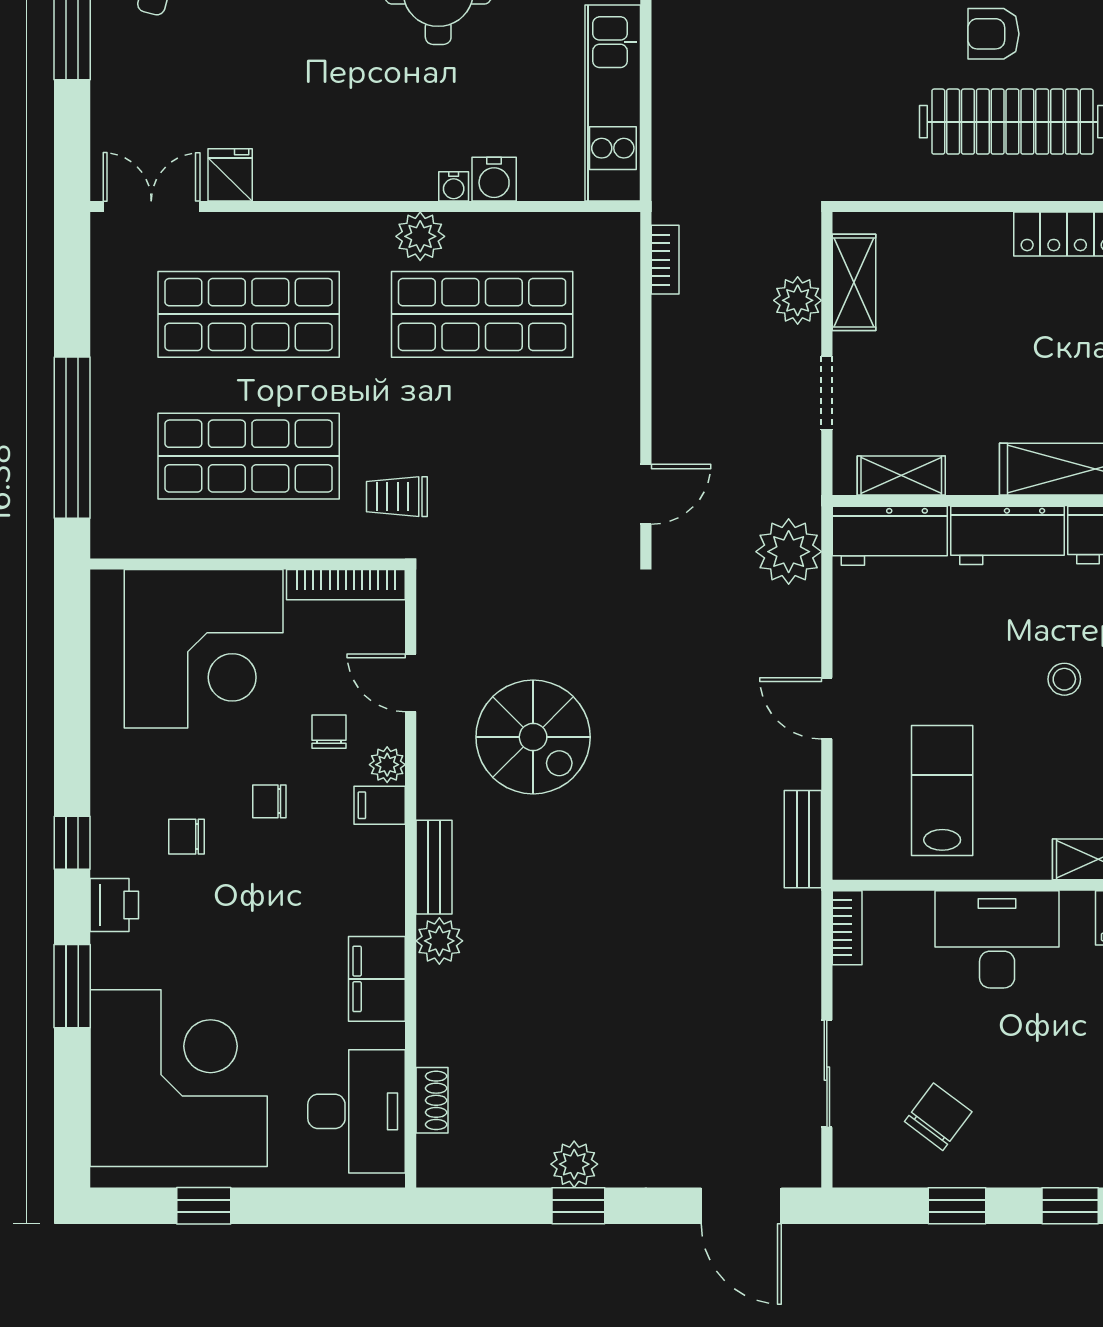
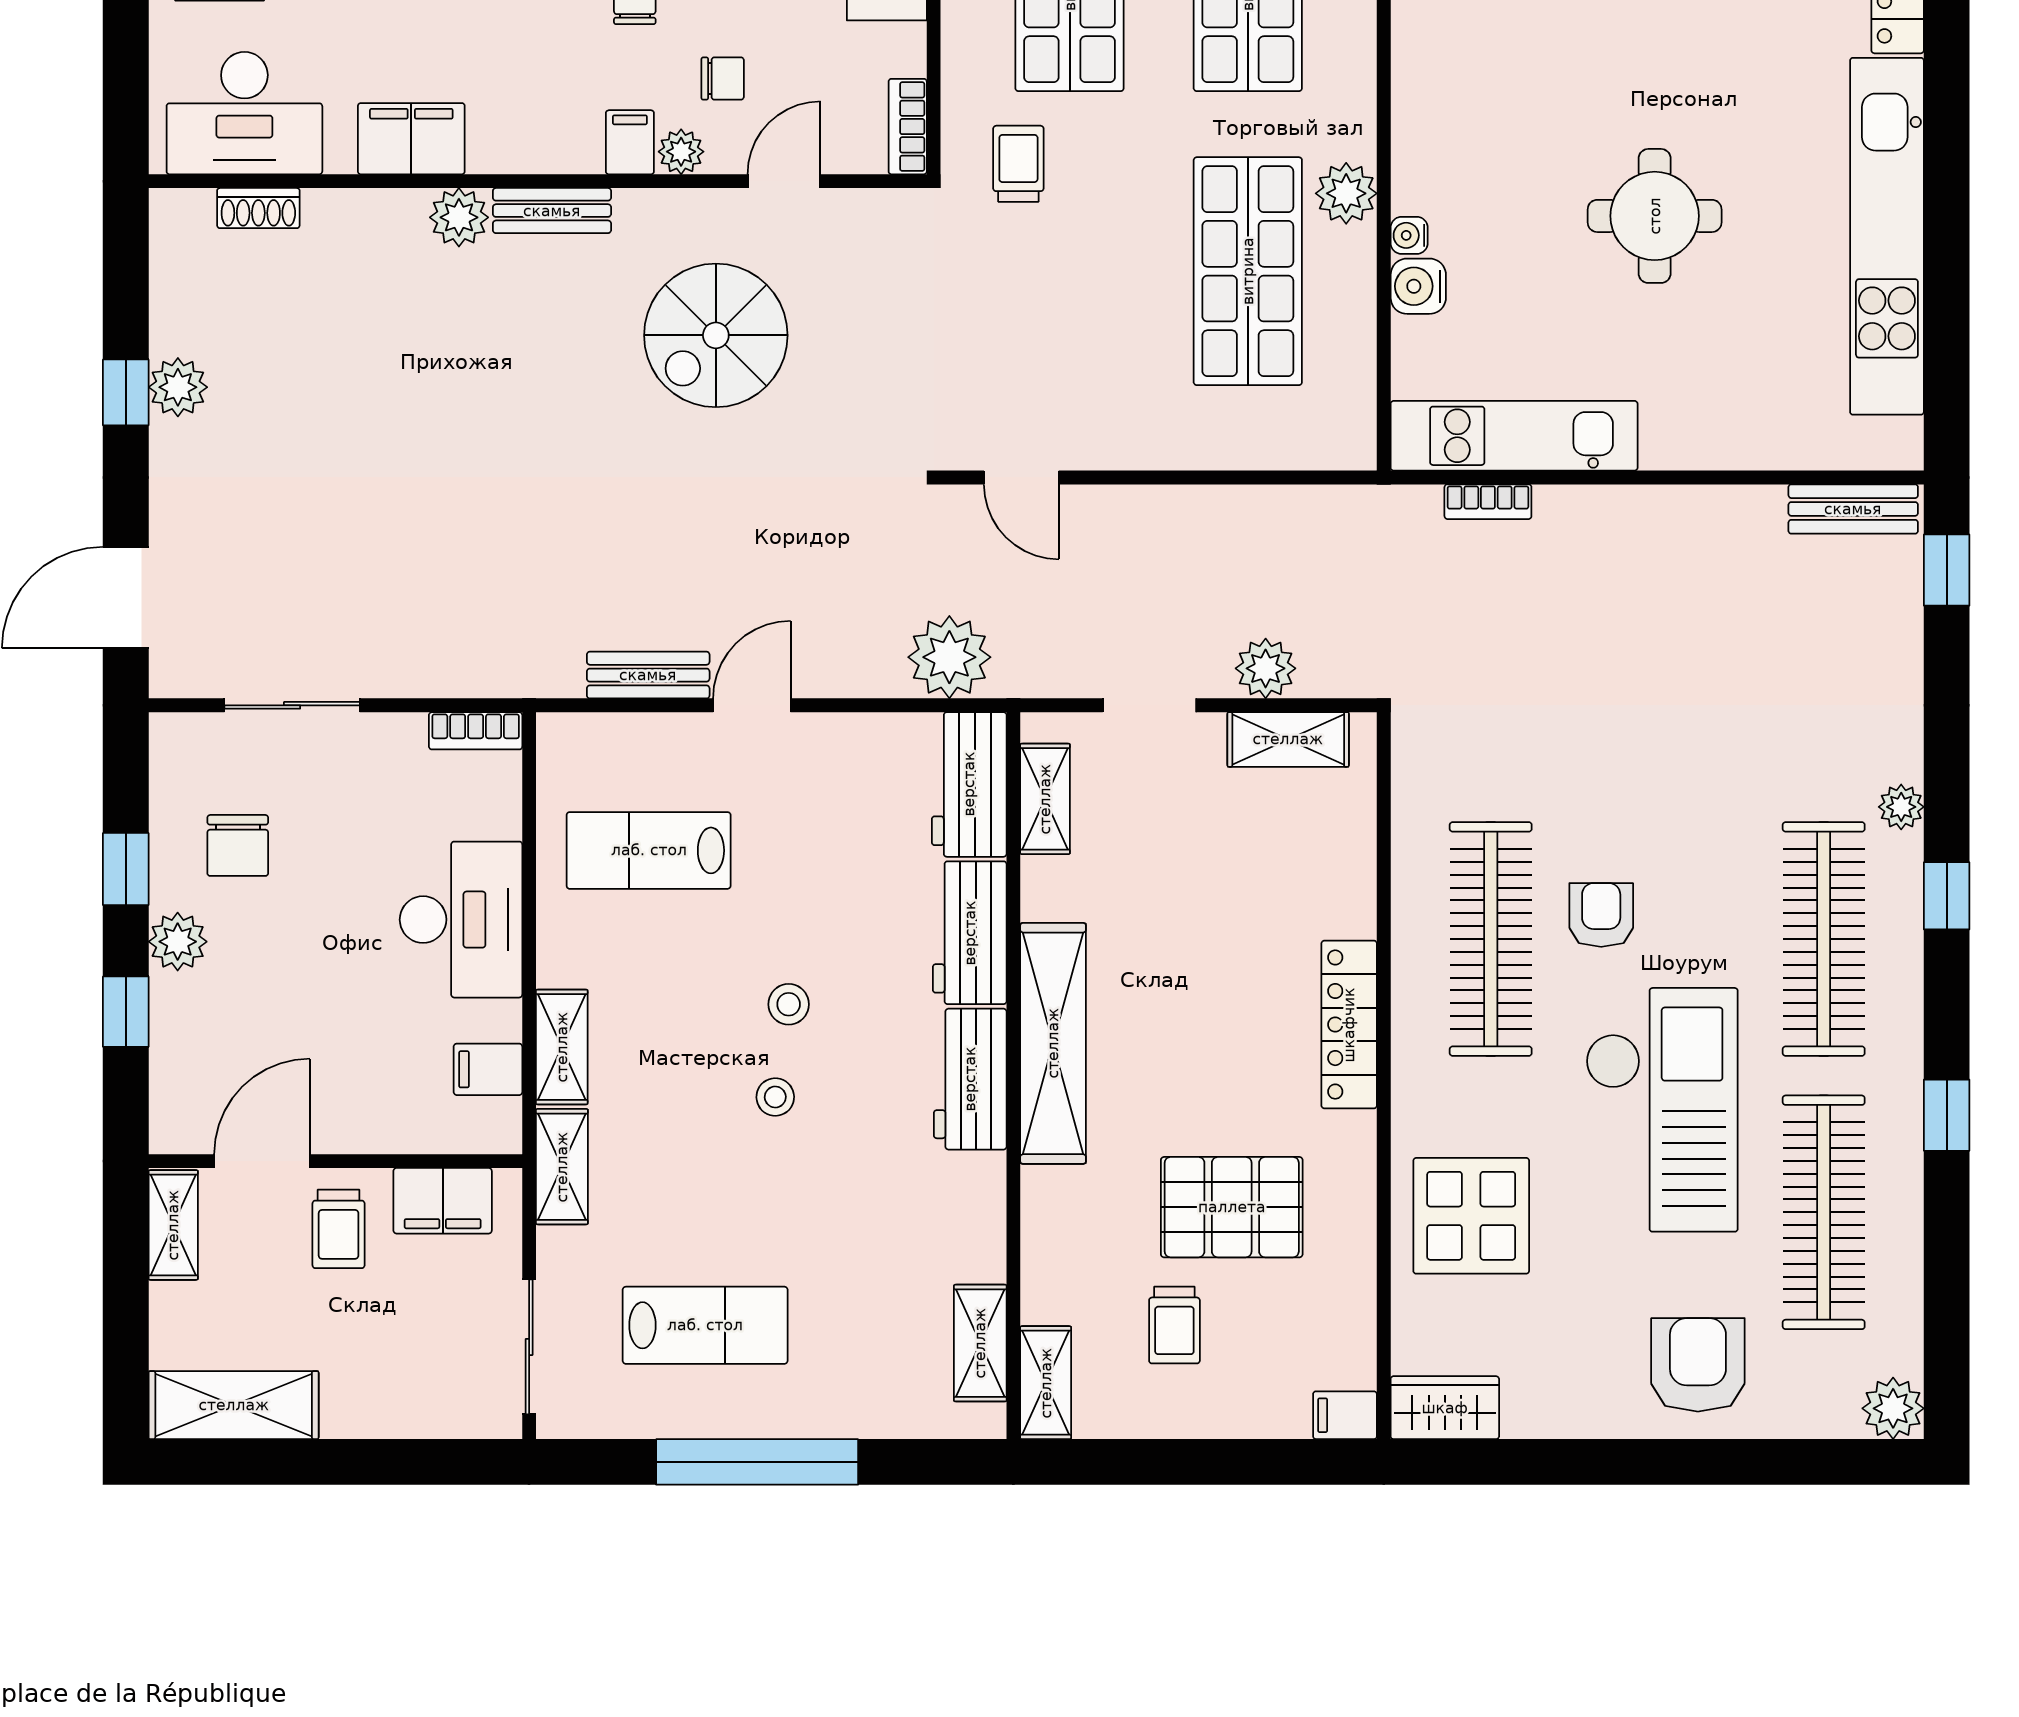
bookcase: (665, 260) -> (1488, 502), moved
bookcase: (346, 585) -> (908, 127), width x0.64
lab bench: (942, 790) -> (649, 850), turned 180
bench: (803, 839) -> (648, 675), moved
chair: (938, 1117) -> (238, 845), turned 53
plant: (1015, 1164) -> (178, 942), added

